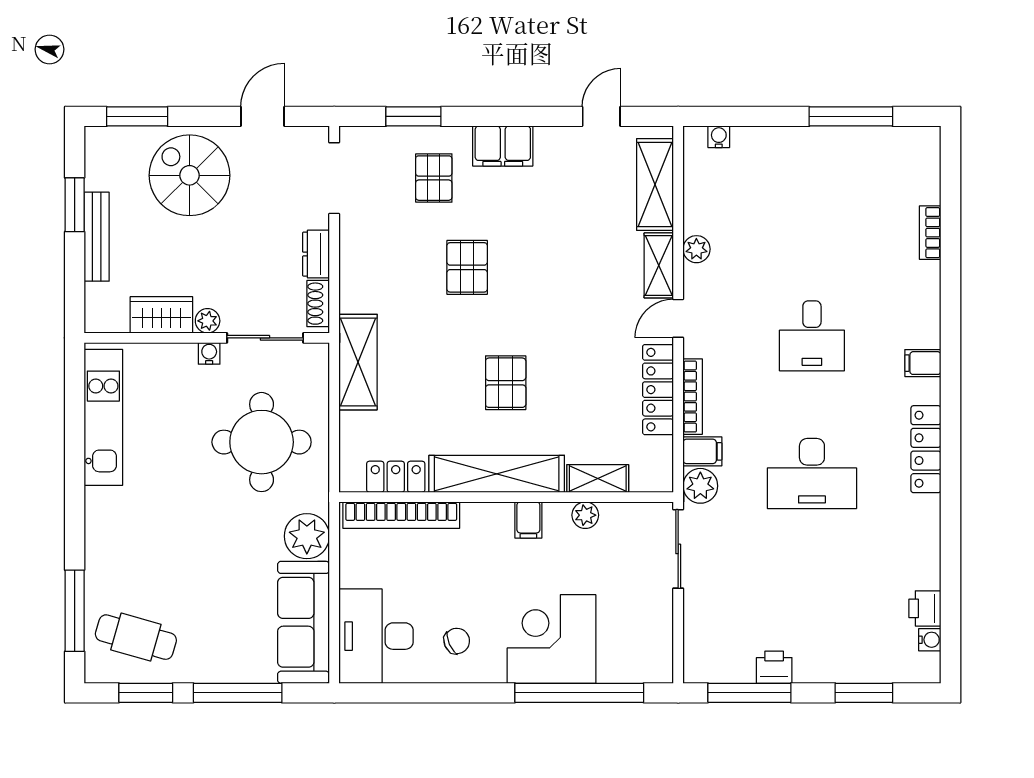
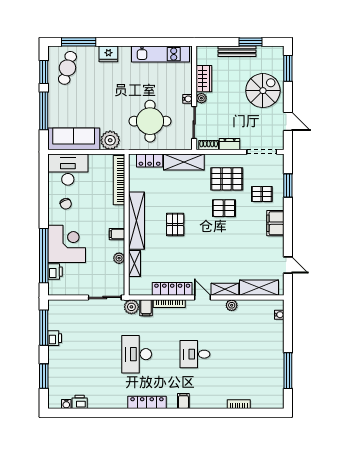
pallet: (398, 261) -> (227, 179), added
pallet: (506, 383) -> (175, 224), turned 90
locker: (396, 477) -> (150, 160), moved, turned 90
fridge: (103, 540) -> (108, 54), added
printer: (617, 666) -> (55, 272), added

